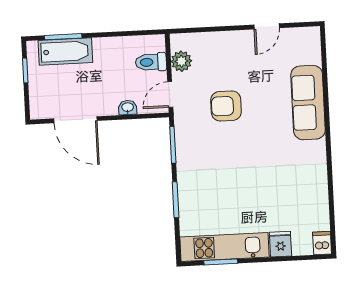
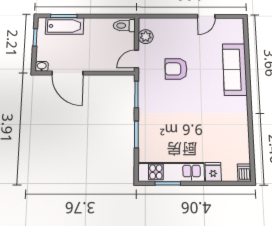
toilet: (151, 62) -> (124, 26), moved
washbasin: (128, 108) -> (42, 66), moved

